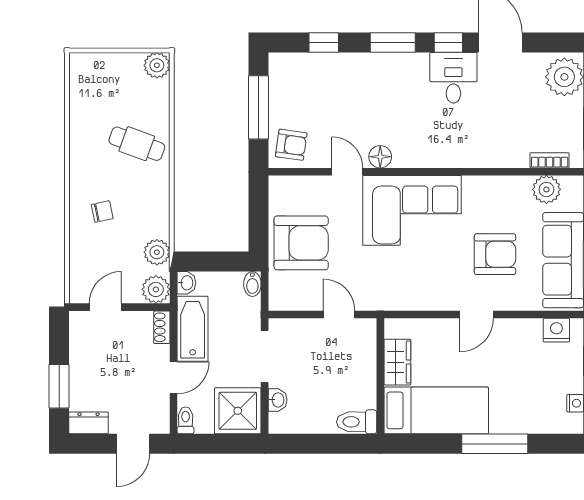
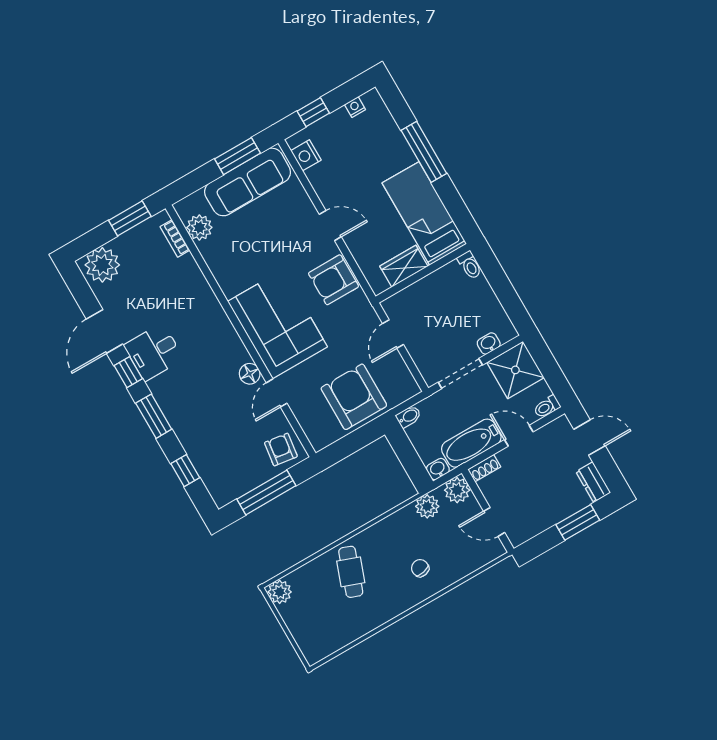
armchair: (495, 254) -> (334, 280), moved, turned -90
toilet: (357, 422) -> (470, 265), width x0.73, depth x0.72

